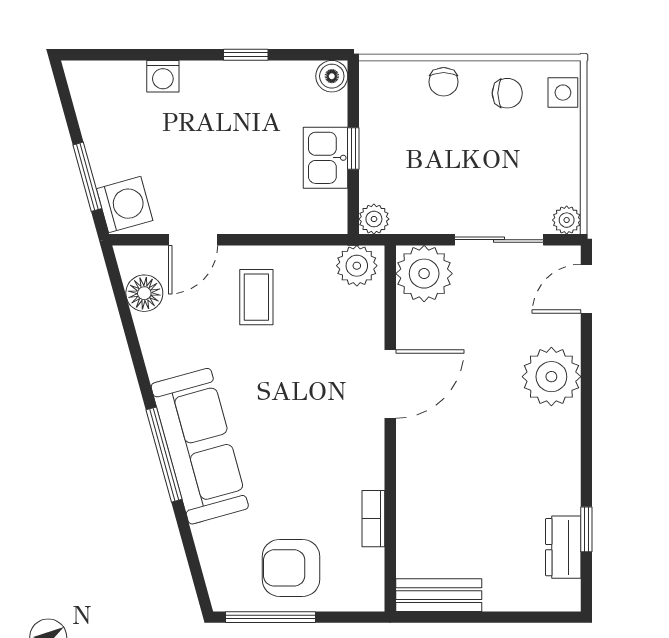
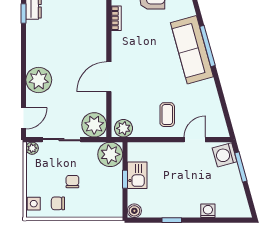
chair: (444, 82) -> (72, 182), moved
plant: (374, 219) -> (110, 154), width x1.87, depth x1.87
floor lamp: (144, 293) -> (216, 116), removed

